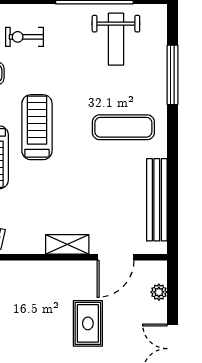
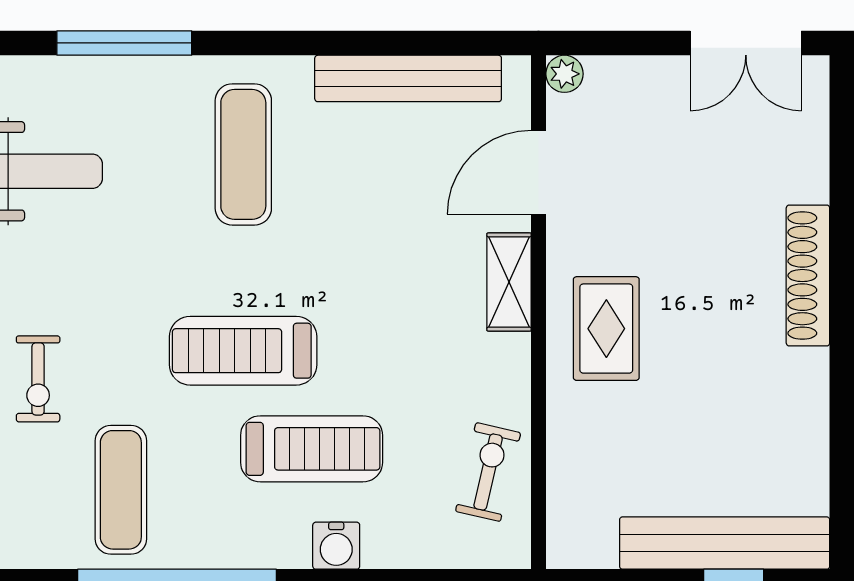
door: (116, 257) -> (539, 172), swing flipped
plant: (159, 292) -> (564, 74), moved
rug: (88, 323) -> (606, 329), moved, turned 90

